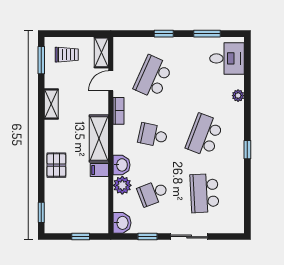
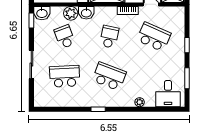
window: (148, 237) -> (31, 21), moved

